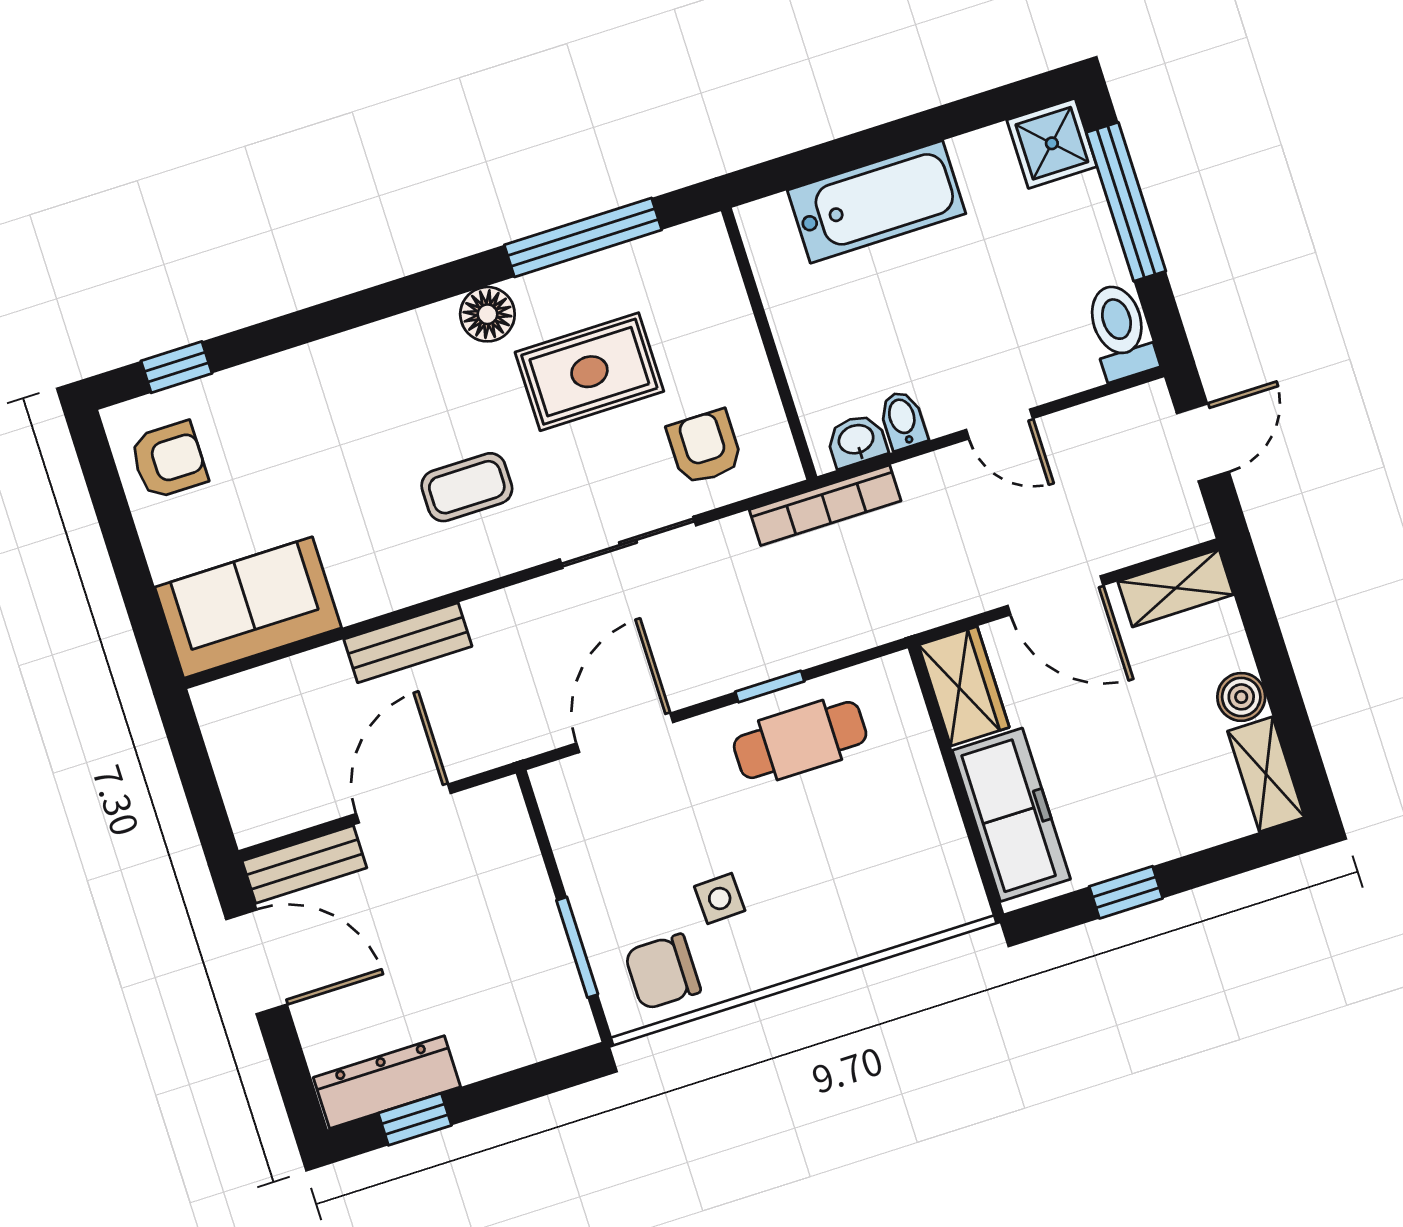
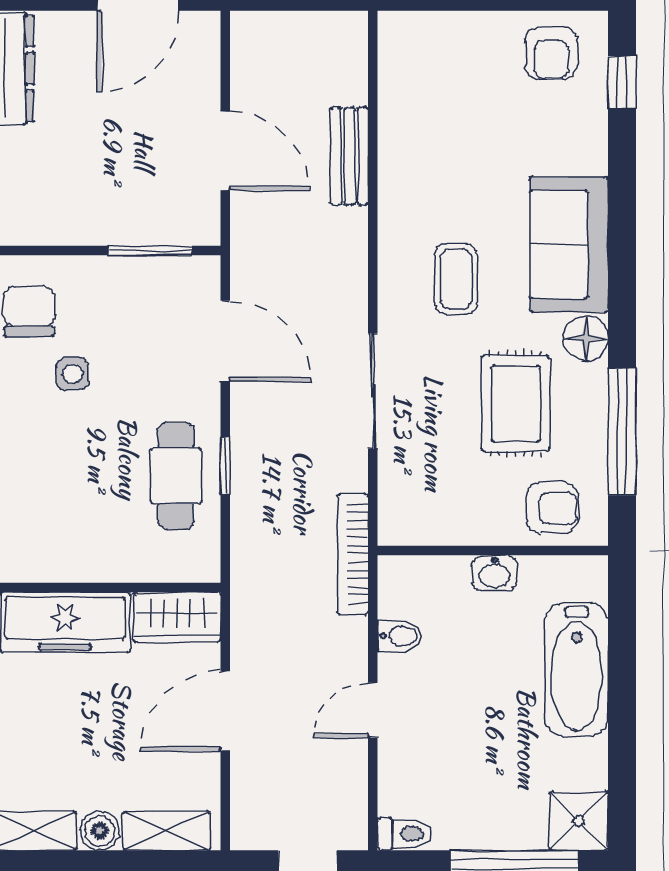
toilet: (1120, 331) -> (404, 834), width x0.73, depth x0.72
washbasin: (856, 440) -> (494, 573), moved, turned 90
armchair: (705, 447) -> (552, 508), moved
shelving: (1176, 588) -> (167, 831), moved, turned 90
sofa: (248, 608) -> (569, 244), moved, turned 180
bench: (408, 643) -> (349, 156), moved
bench: (304, 864) -> (202, 59), removed
window: (577, 947) -> (150, 251), moved

